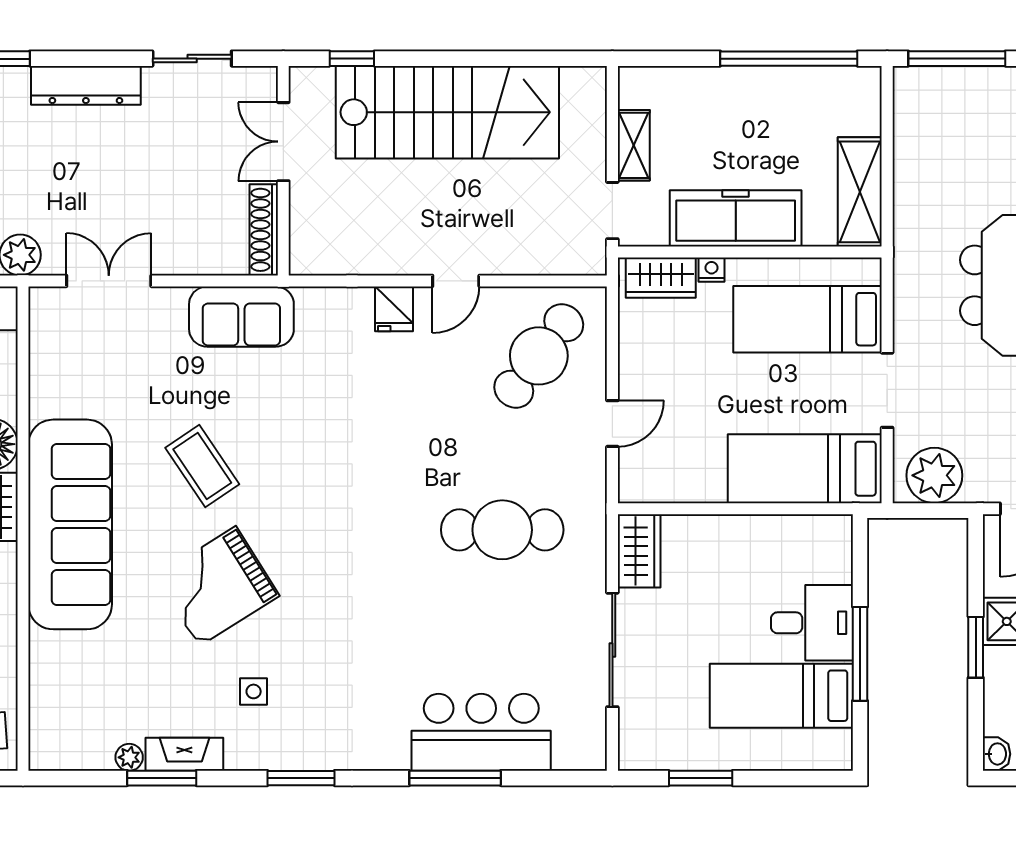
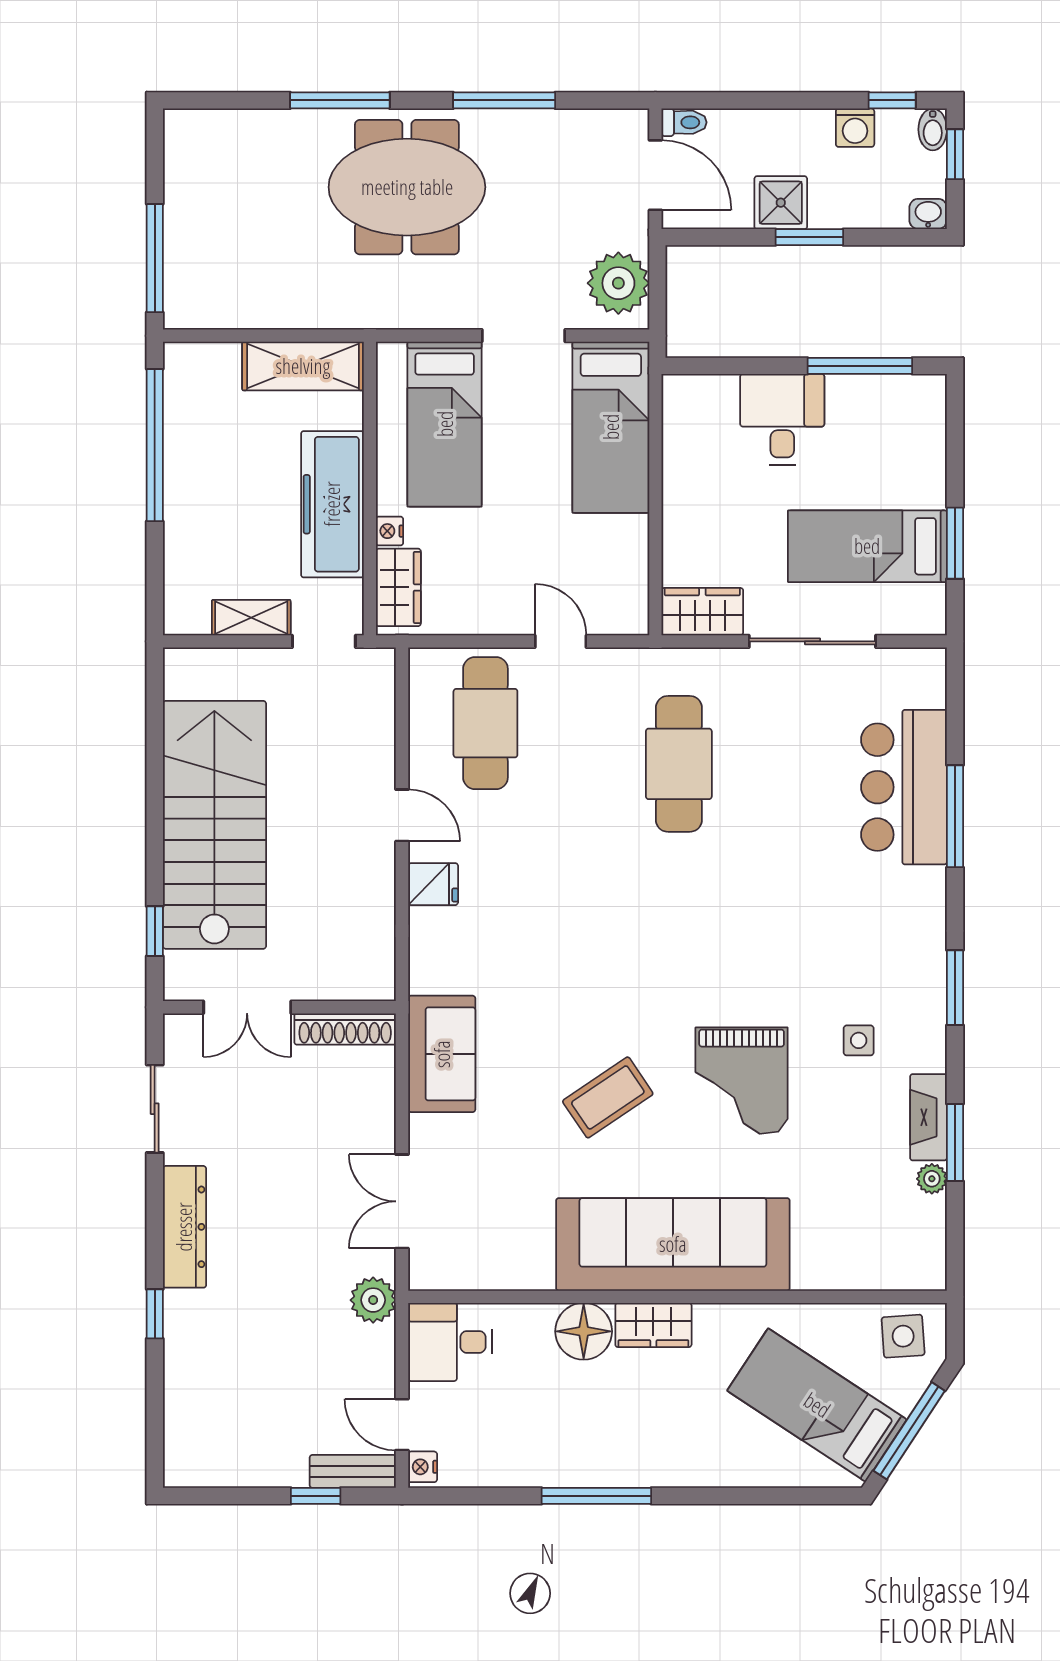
cafe table: (539, 356) -> (485, 723), turned 53
grand piano: (217, 586) -> (742, 1081), turned 32
window: (860, 654) -> (860, 366), moved
bed: (781, 696) -> (867, 546), moved, turned 90

